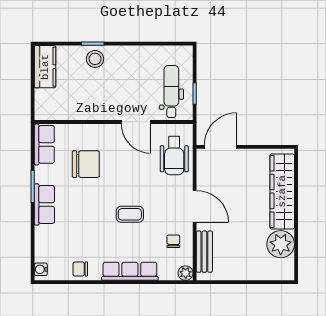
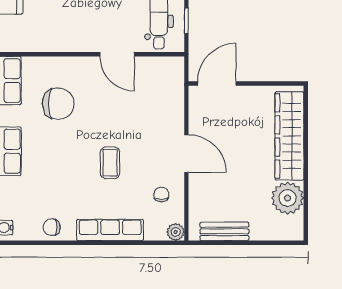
wheelchair: (174, 156) -> (162, 94), removed
coffee table: (130, 214) -> (110, 163), turned 90
bench: (204, 252) -> (224, 231), moved, turned 90

